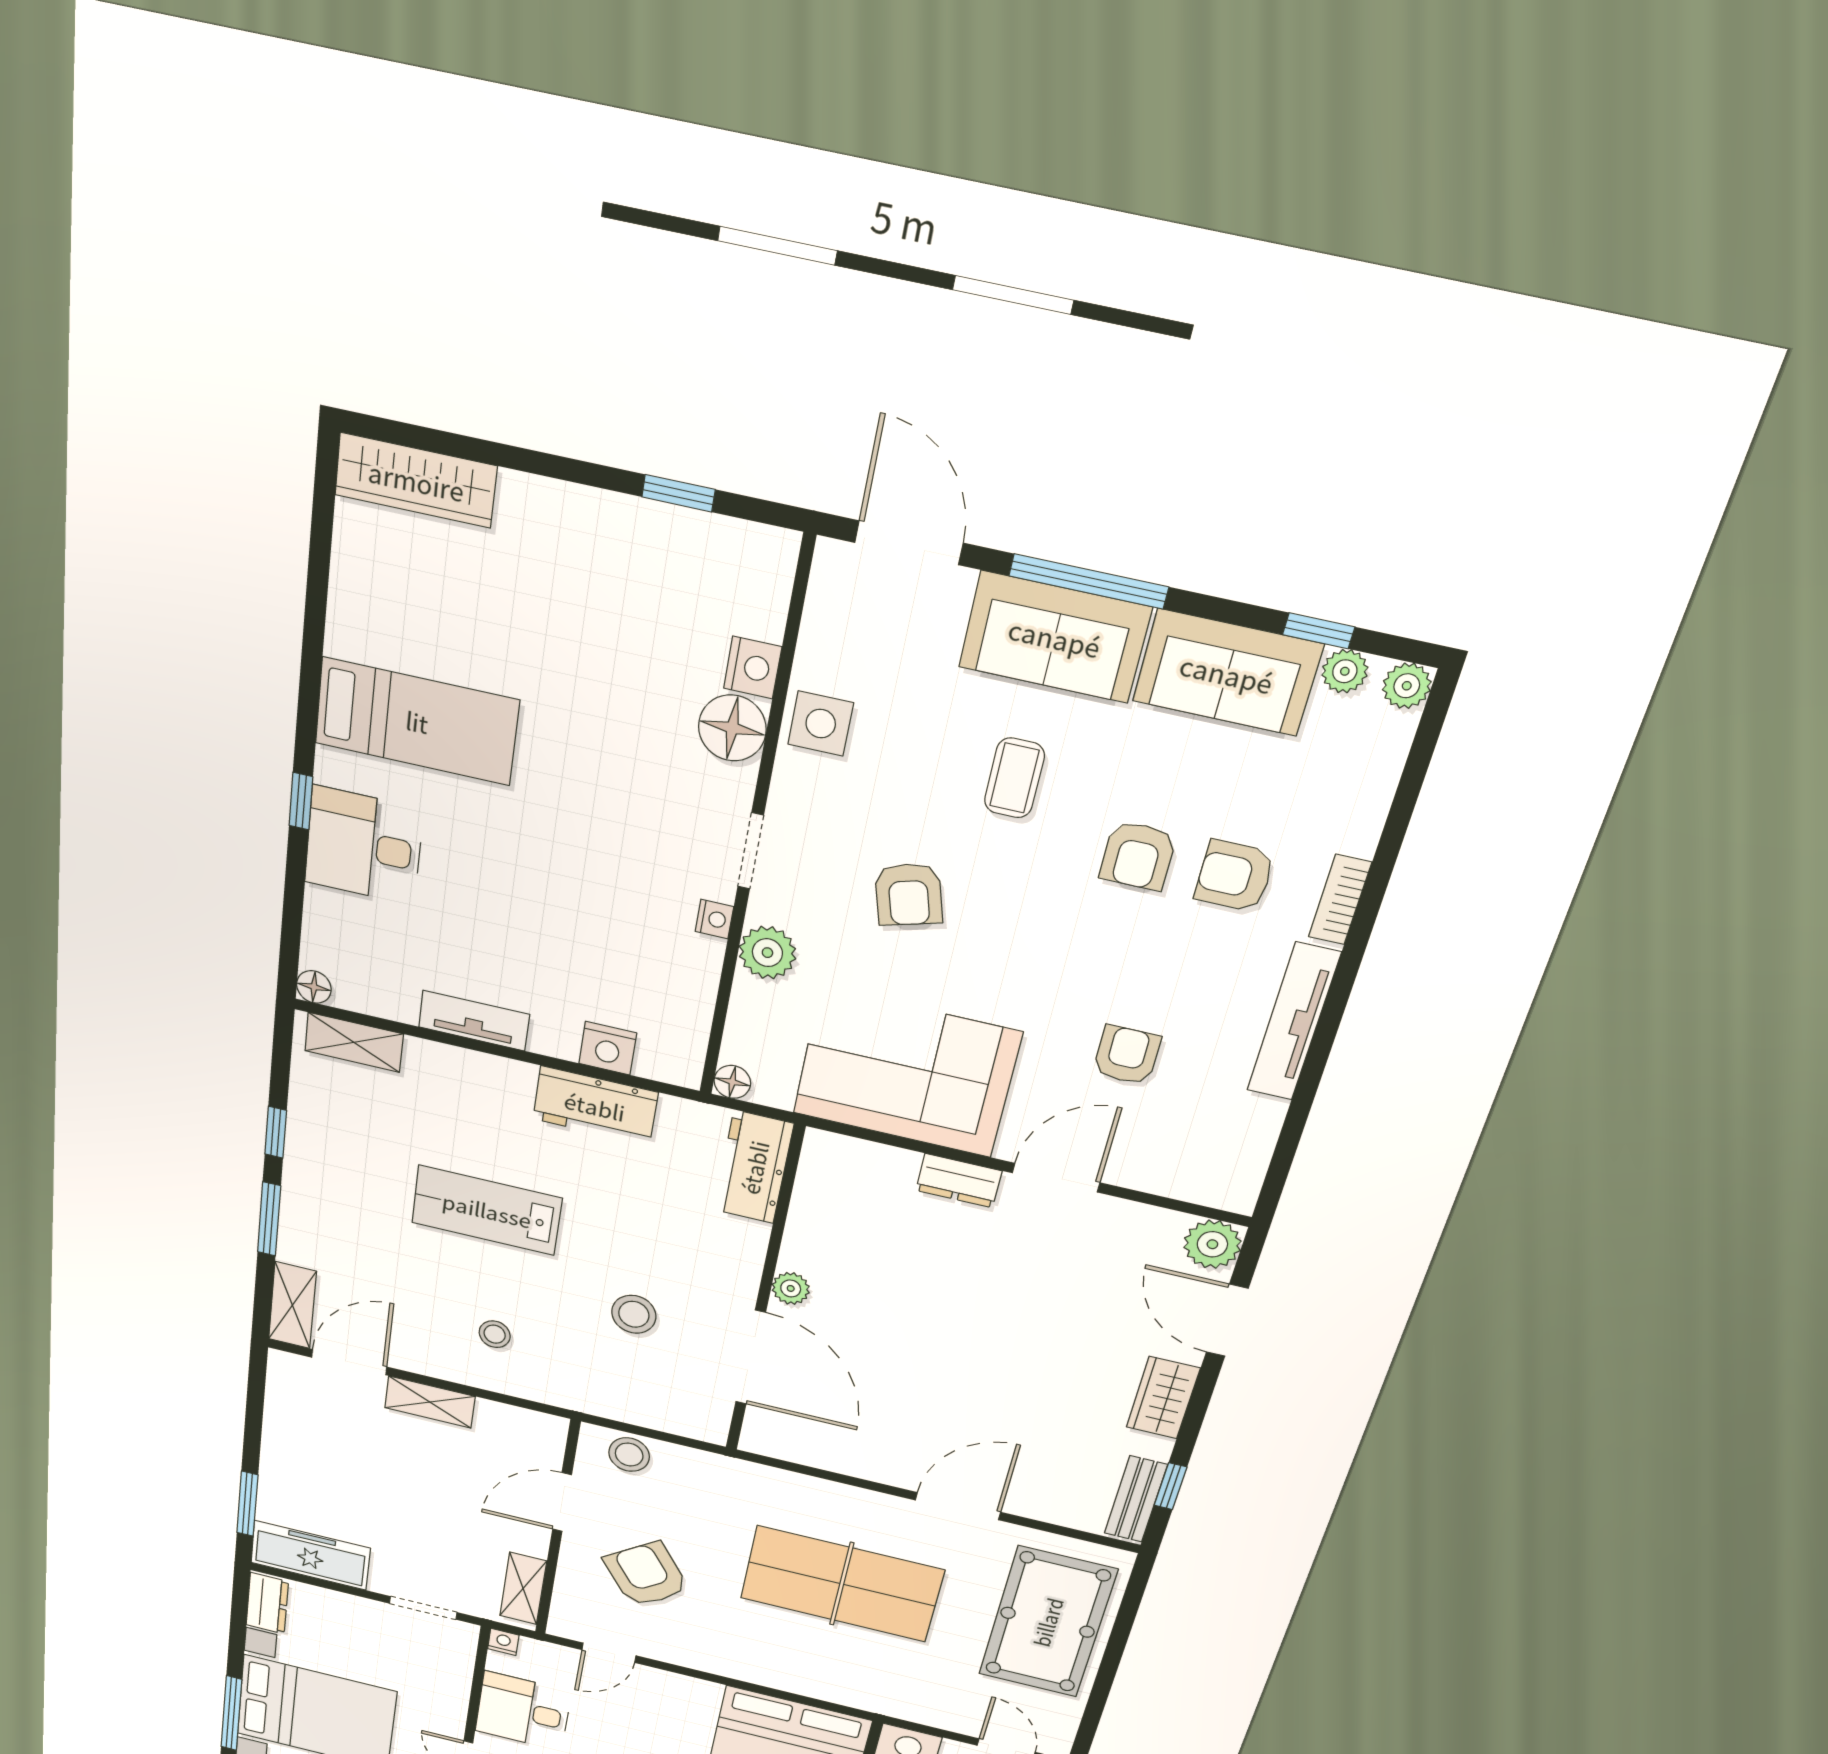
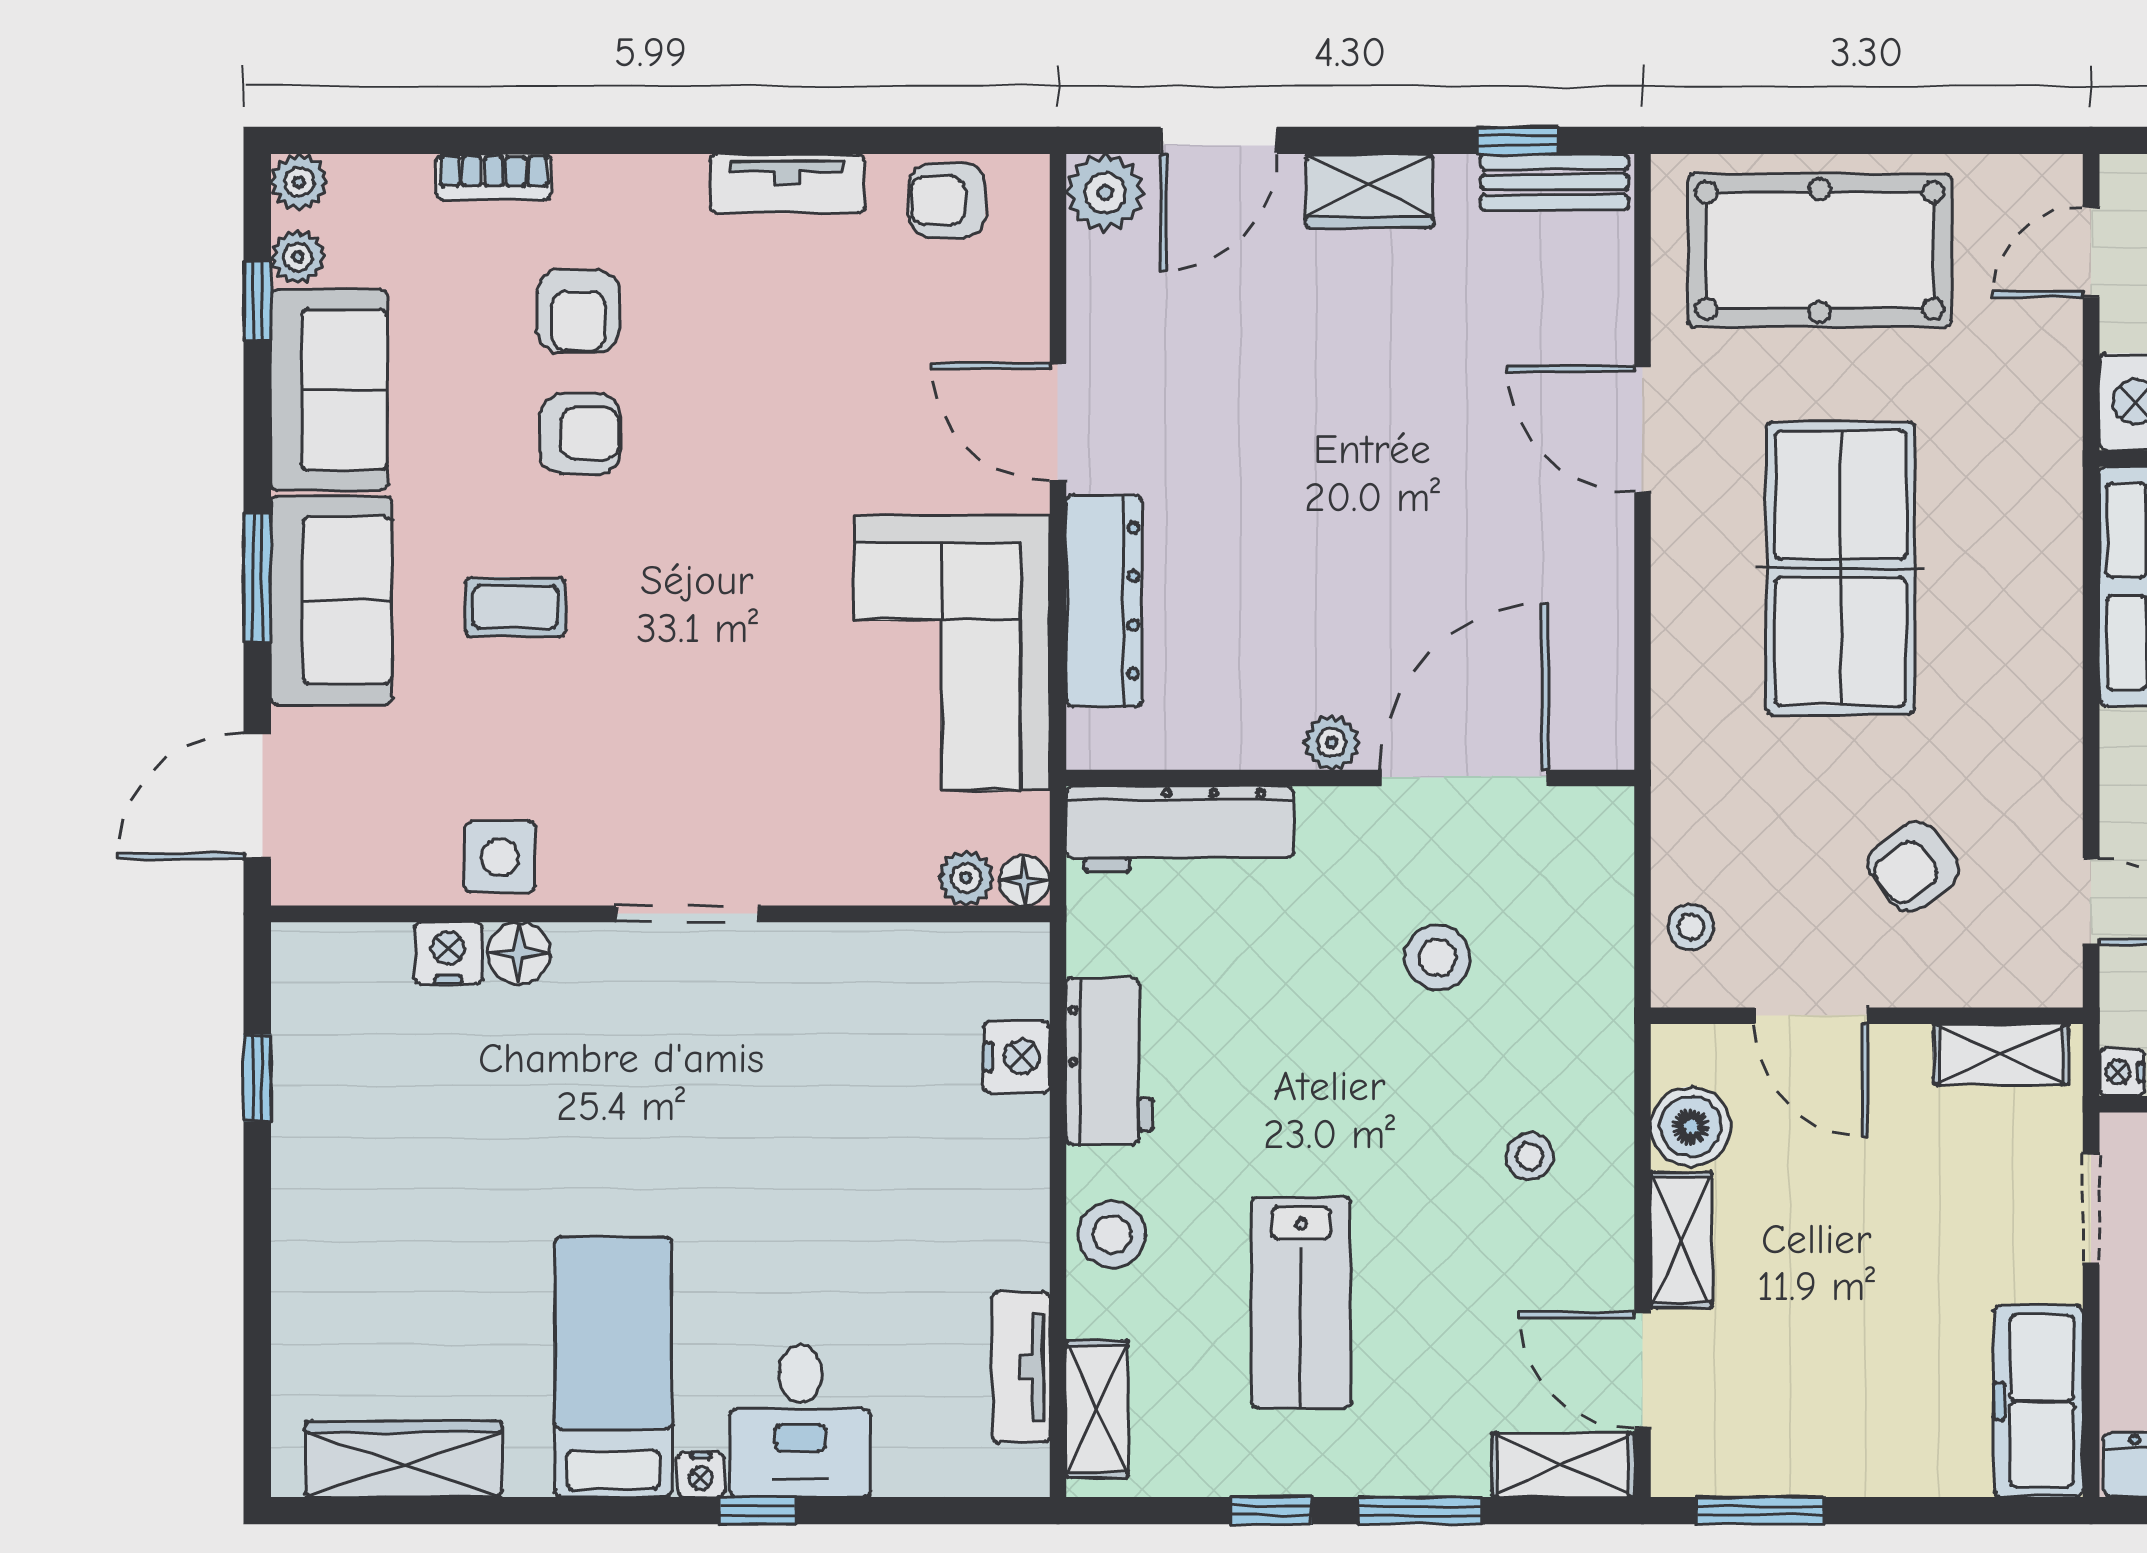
wardrobe: (416, 480) -> (404, 1459), moved, turned -90
window: (1089, 581) -> (257, 577), width x0.69
floor lamp: (732, 728) -> (519, 953), width x0.73, depth x0.73
doorway: (751, 851) -> (688, 914), width x1.38
armchair: (909, 894) -> (699, 703), removed
bookcase: (1340, 900) -> (494, 177), moved
nightstand: (714, 919) -> (701, 1475), moved, turned 180
plant: (767, 953) -> (966, 878), moved, width x0.73, depth x0.73
floor lamp: (314, 987) -> (1025, 1472), removed
tv unit: (474, 1021) -> (1021, 1367), moved
tv unit: (1294, 1022) -> (787, 184), width x0.71
armchair: (1127, 1055) -> (947, 200), moved
stool: (474, 1080) -> (1112, 1235), added
workbench: (754, 1167) -> (1180, 829), width x1.38
dresser: (959, 1181) -> (1104, 601), width x1.96, depth x1.24
lab bench: (487, 1210) -> (1301, 1303), moved
boiler: (501, 1424) -> (1691, 1127), added
stool: (629, 1455) -> (1691, 927), width x0.73, depth x0.73
window: (247, 1504) -> (1760, 1511), moved
armchair: (646, 1574) -> (1913, 867), width x0.72, depth x0.72

